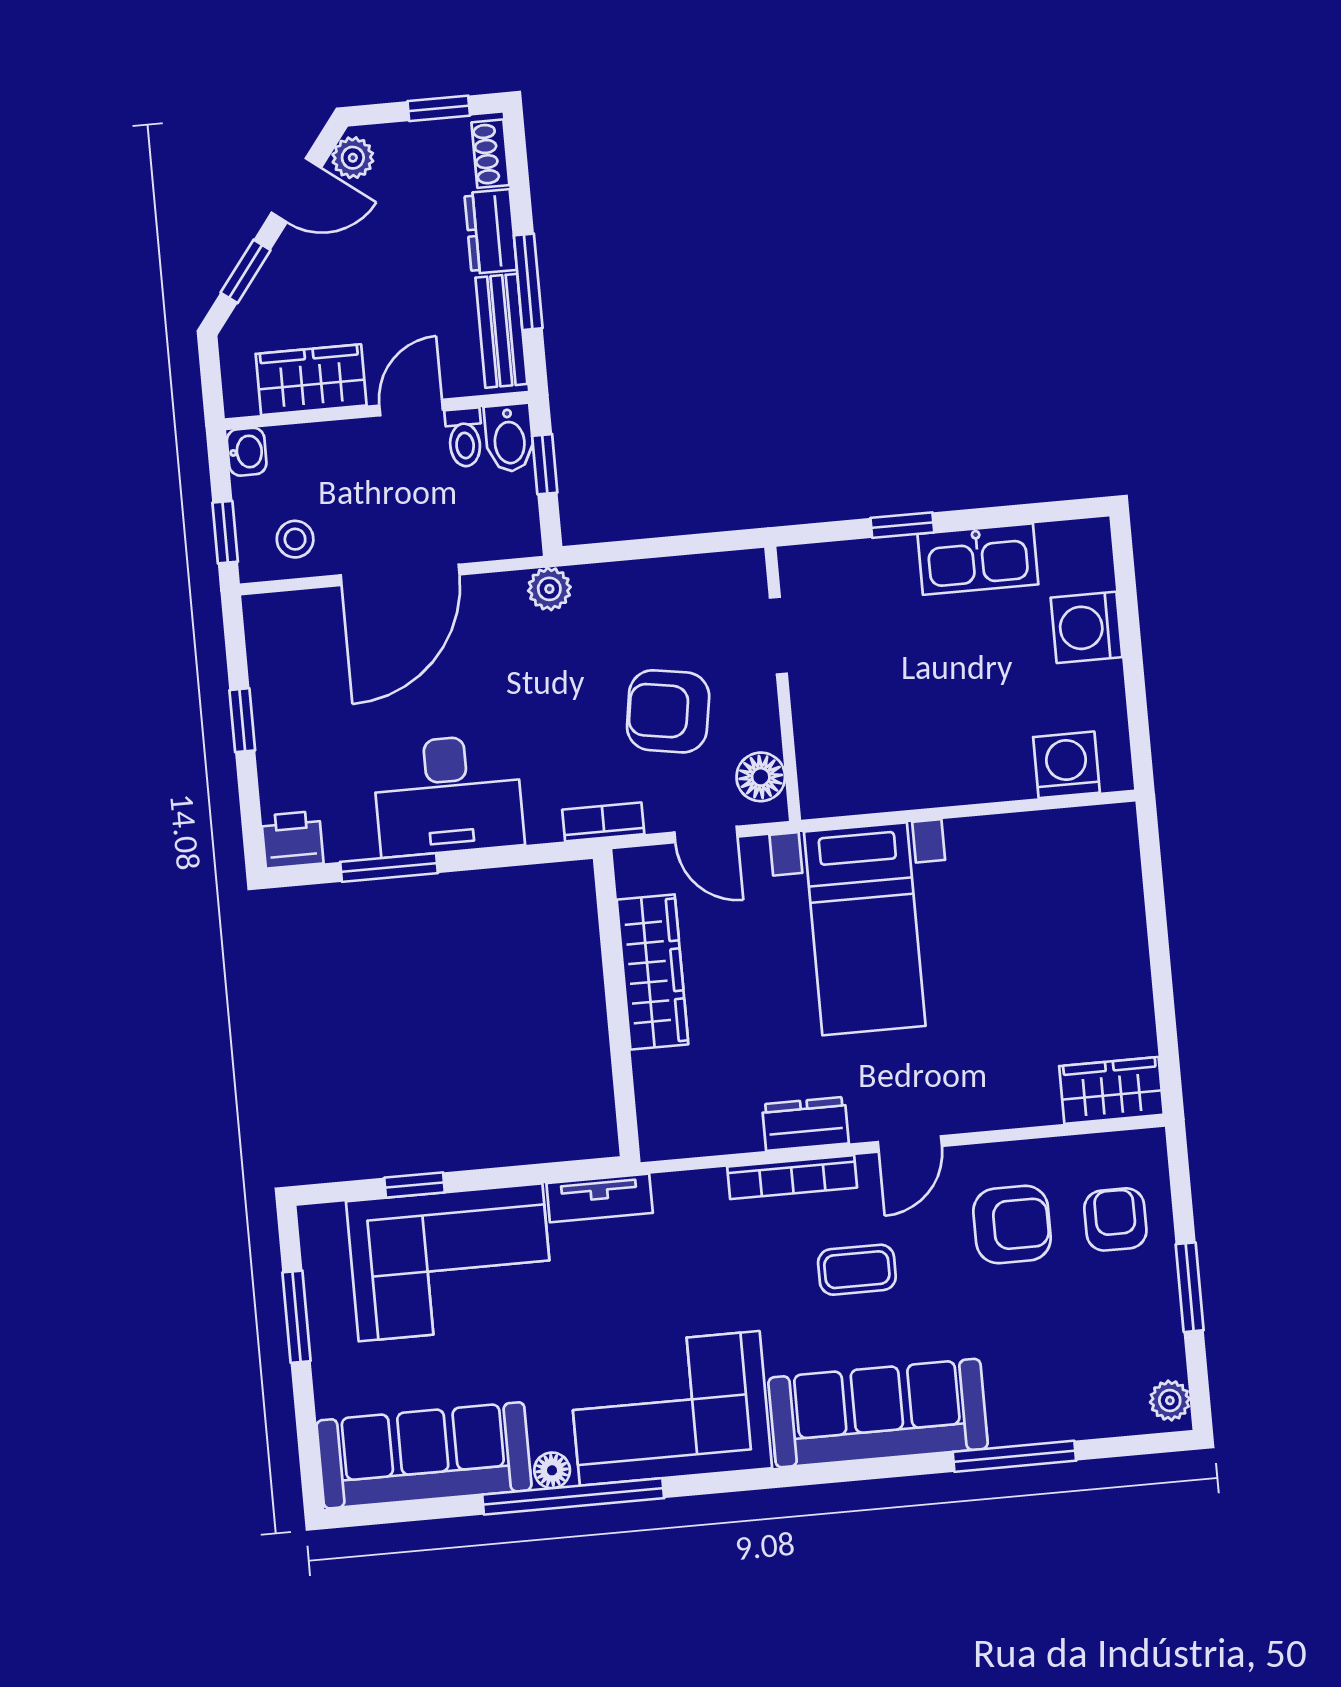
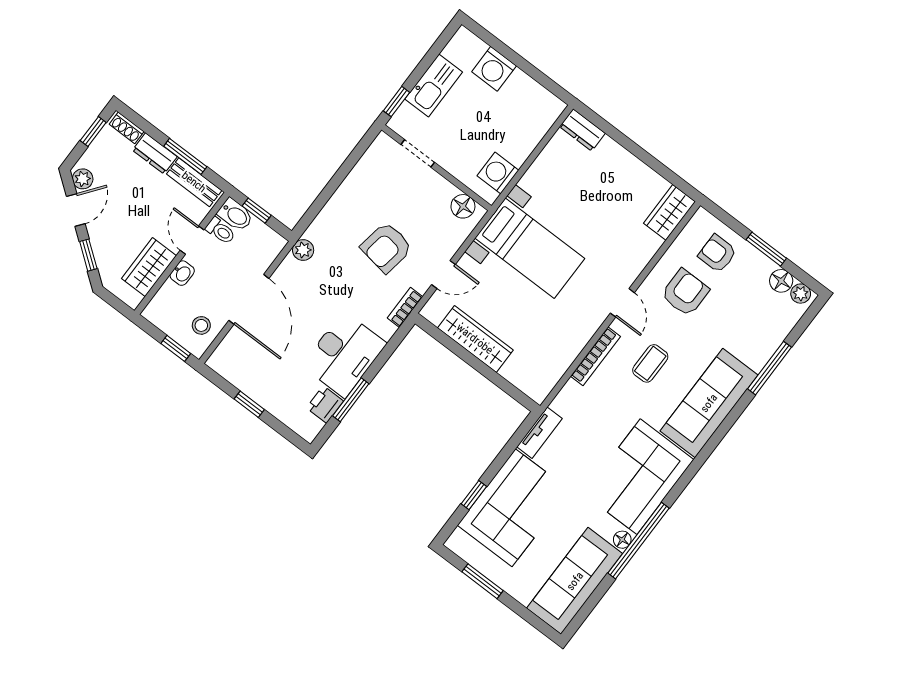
washbasin: (247, 452) -> (182, 273), moved, turned 90
doorway: (778, 636) -> (418, 153), moved
wall: (783, 684) -> (437, 168), moved
washing machine: (1066, 765) -> (498, 173), moved
floor lamp: (761, 777) -> (463, 206), moved
printer: (292, 840) -> (325, 404), moved
dresser: (805, 1124) -> (582, 130), moved, turned -90
floor lamp: (1162, 1354) -> (781, 281), added

